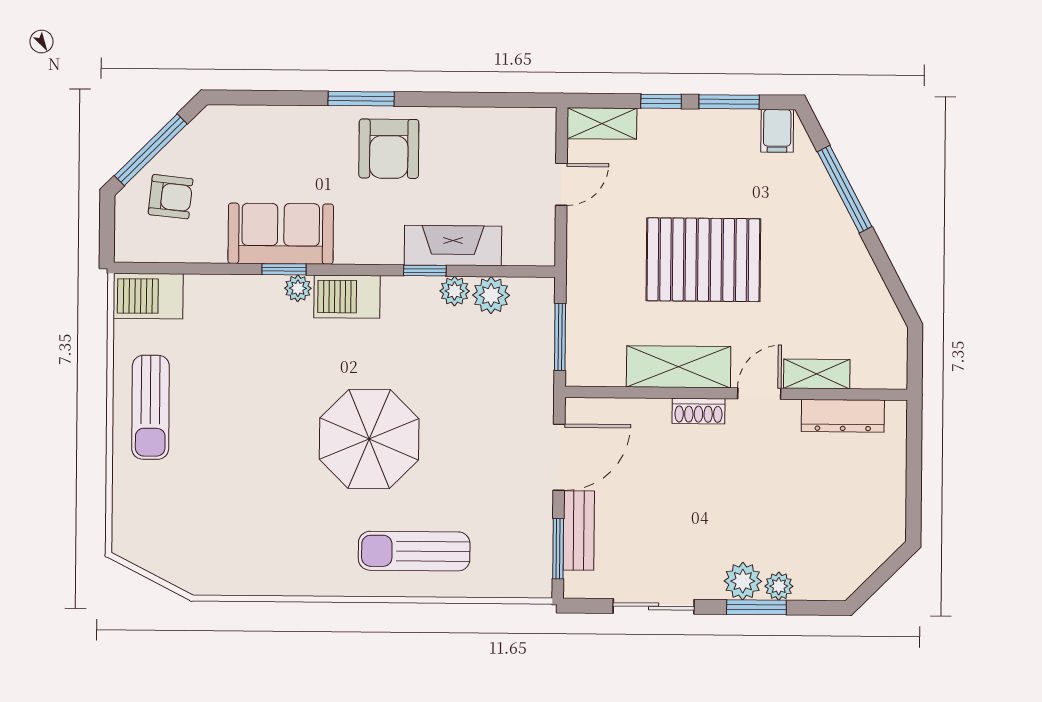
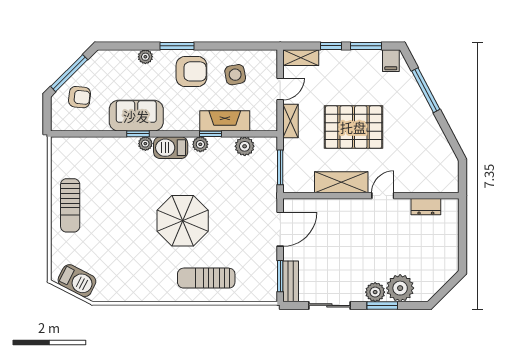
plant: (299, 119) -> (145, 57), added
armchair: (389, 149) -> (191, 71), turned -90
side table: (474, 156) -> (235, 75), added
plant: (455, 291) -> (200, 144), moved
barbecue: (148, 296) -> (77, 281), moved, turned -153
shelving: (817, 374) -> (291, 121), moved, turned 90
shoe rack: (698, 411) -> (352, 205), removed
dresser: (843, 416) -> (426, 207), width x0.70
bench: (579, 530) -> (291, 281), moved
plant: (779, 586) -> (400, 288), width x1.88, depth x1.88

